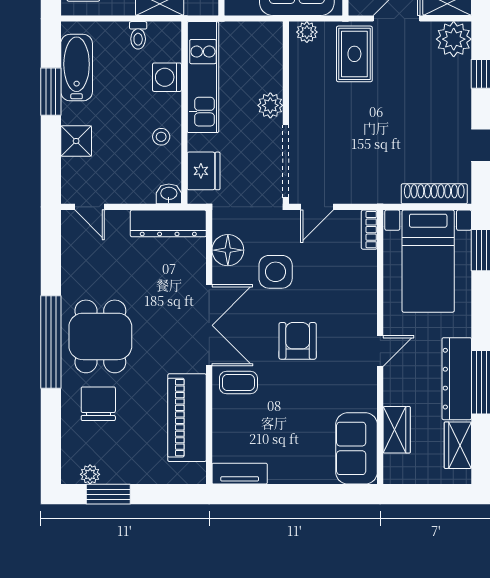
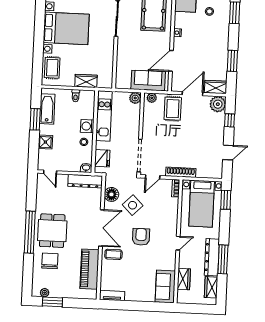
washing machine: (167, 77) -> (87, 126), moved
plant: (270, 105) -> (135, 98), moved
shoe rack: (434, 194) -> (181, 172), moved
side table: (276, 272) -> (133, 205), turned 45

